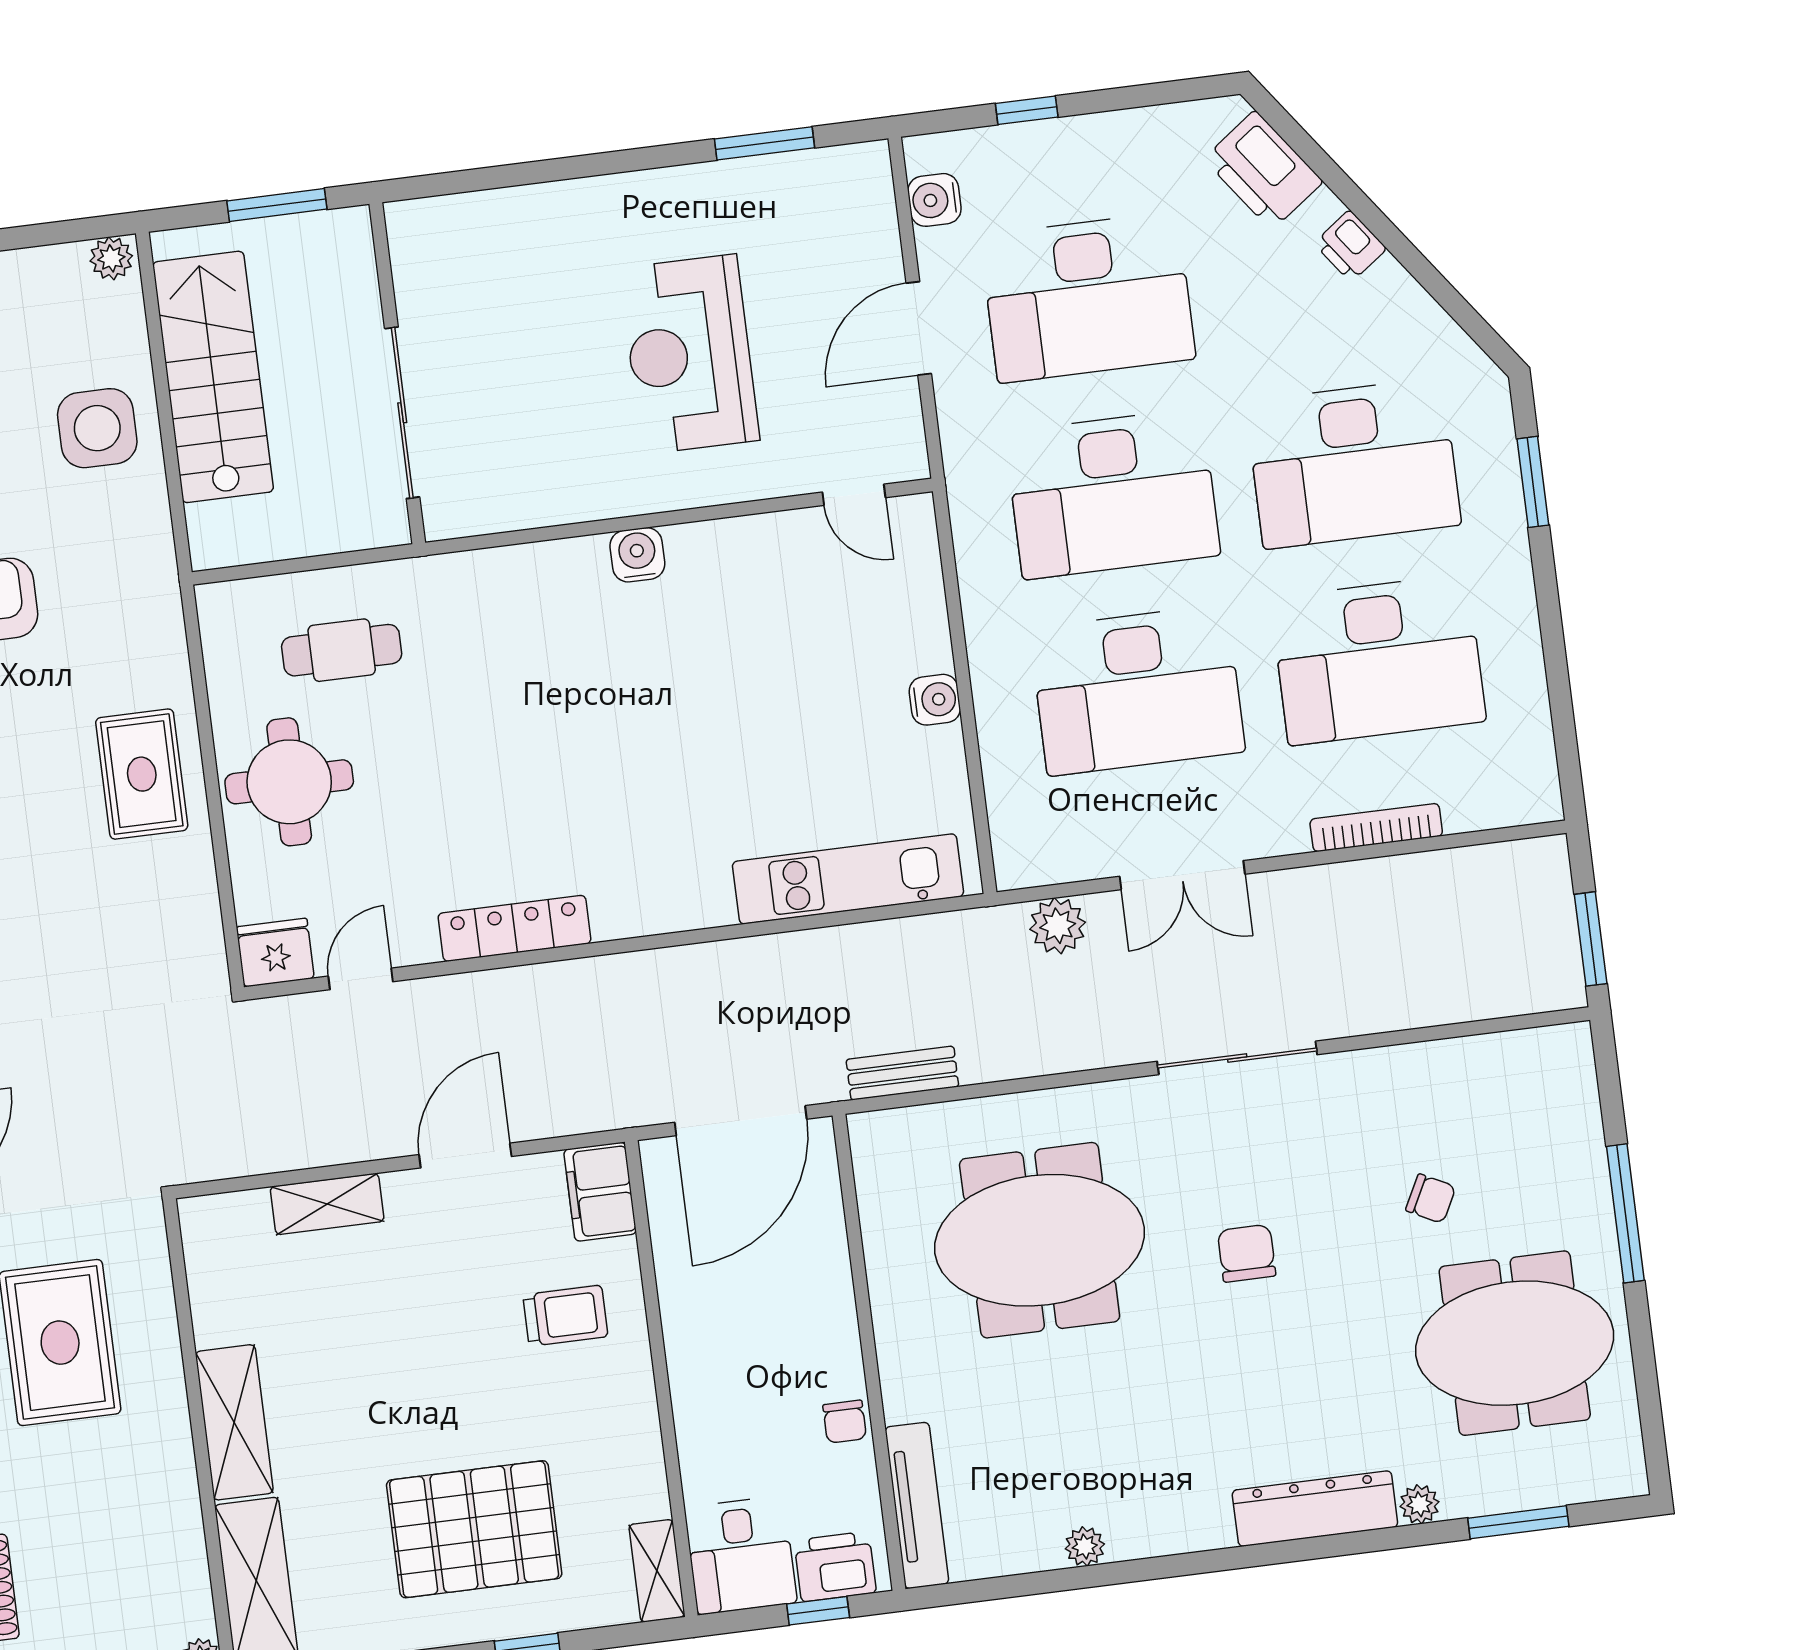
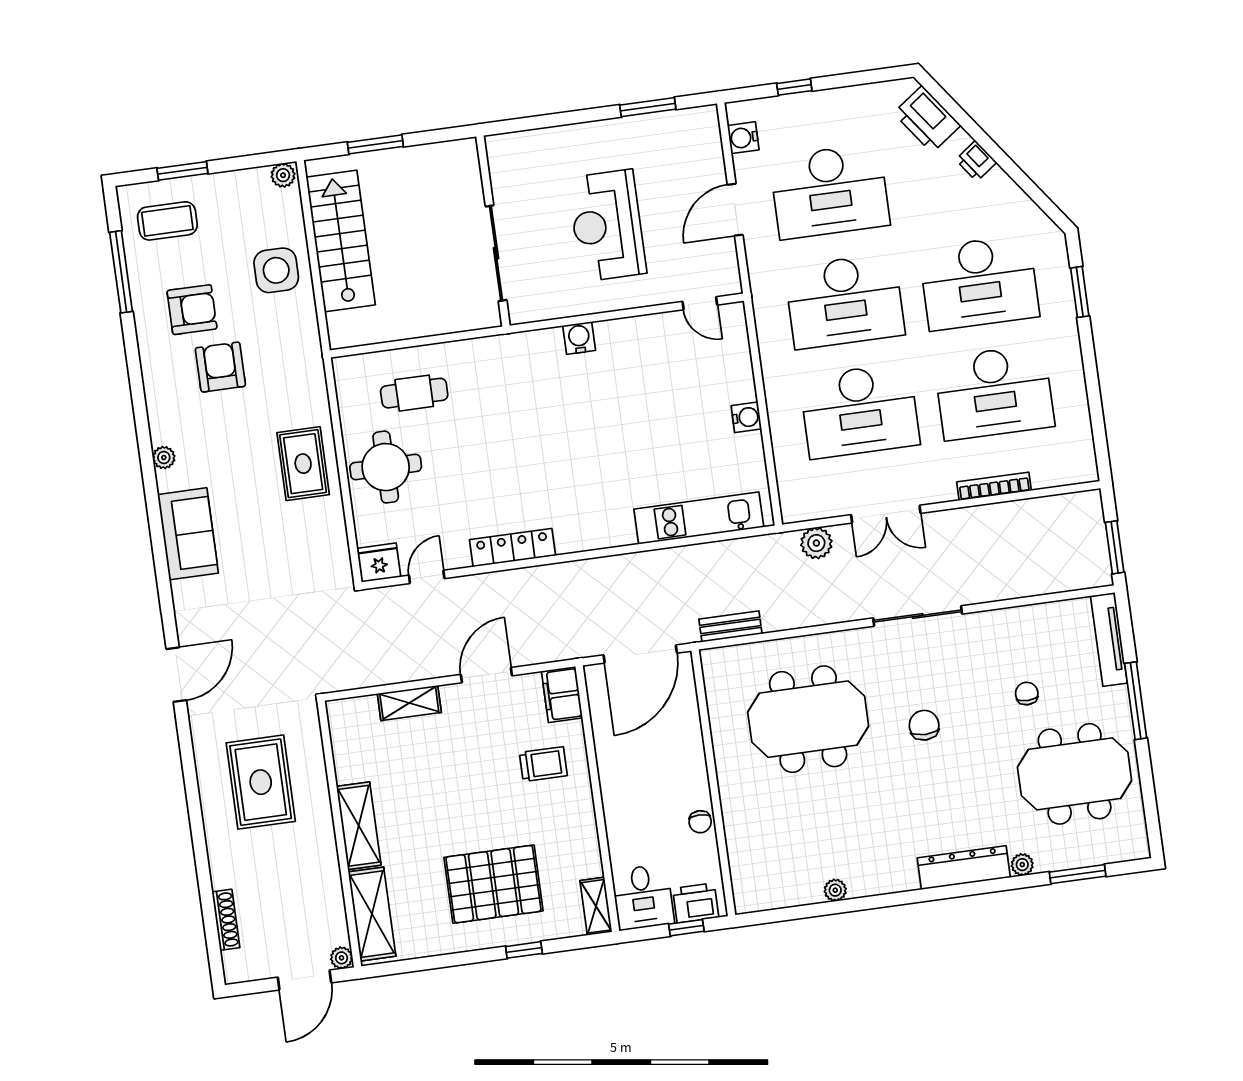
wall: (397, 373) -> (493, 231), moved
sliding door: (402, 413) -> (496, 253), moved
chair: (1431, 1199) -> (1027, 694), turned -117
tv unit: (917, 1505) -> (1109, 639), moved, turned 180

